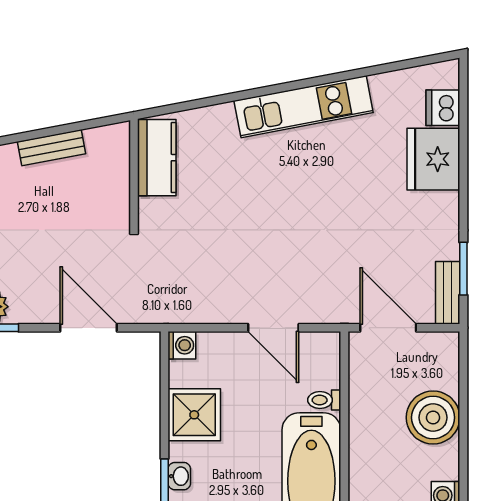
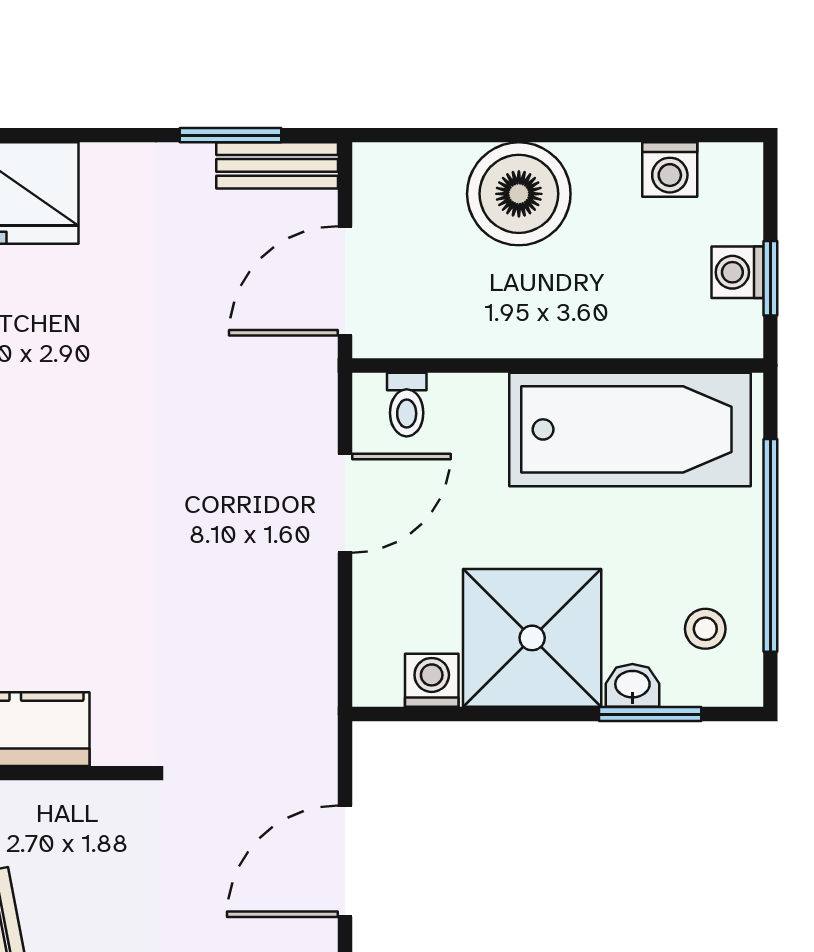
washing machine: (182, 345) -> (432, 680), moved
toilet: (324, 400) -> (407, 405), moved
shower: (194, 415) -> (532, 638), width x1.37, depth x1.37

